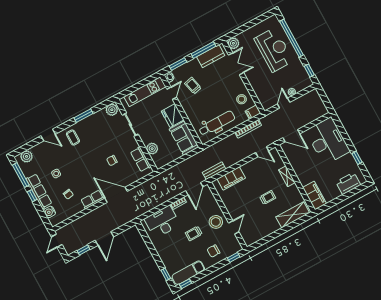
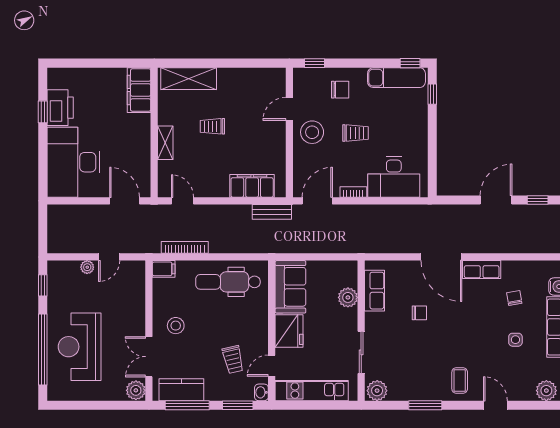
stool: (242, 99) -> (176, 326), moved
printer: (348, 183) -> (60, 108), moved, turned -90

